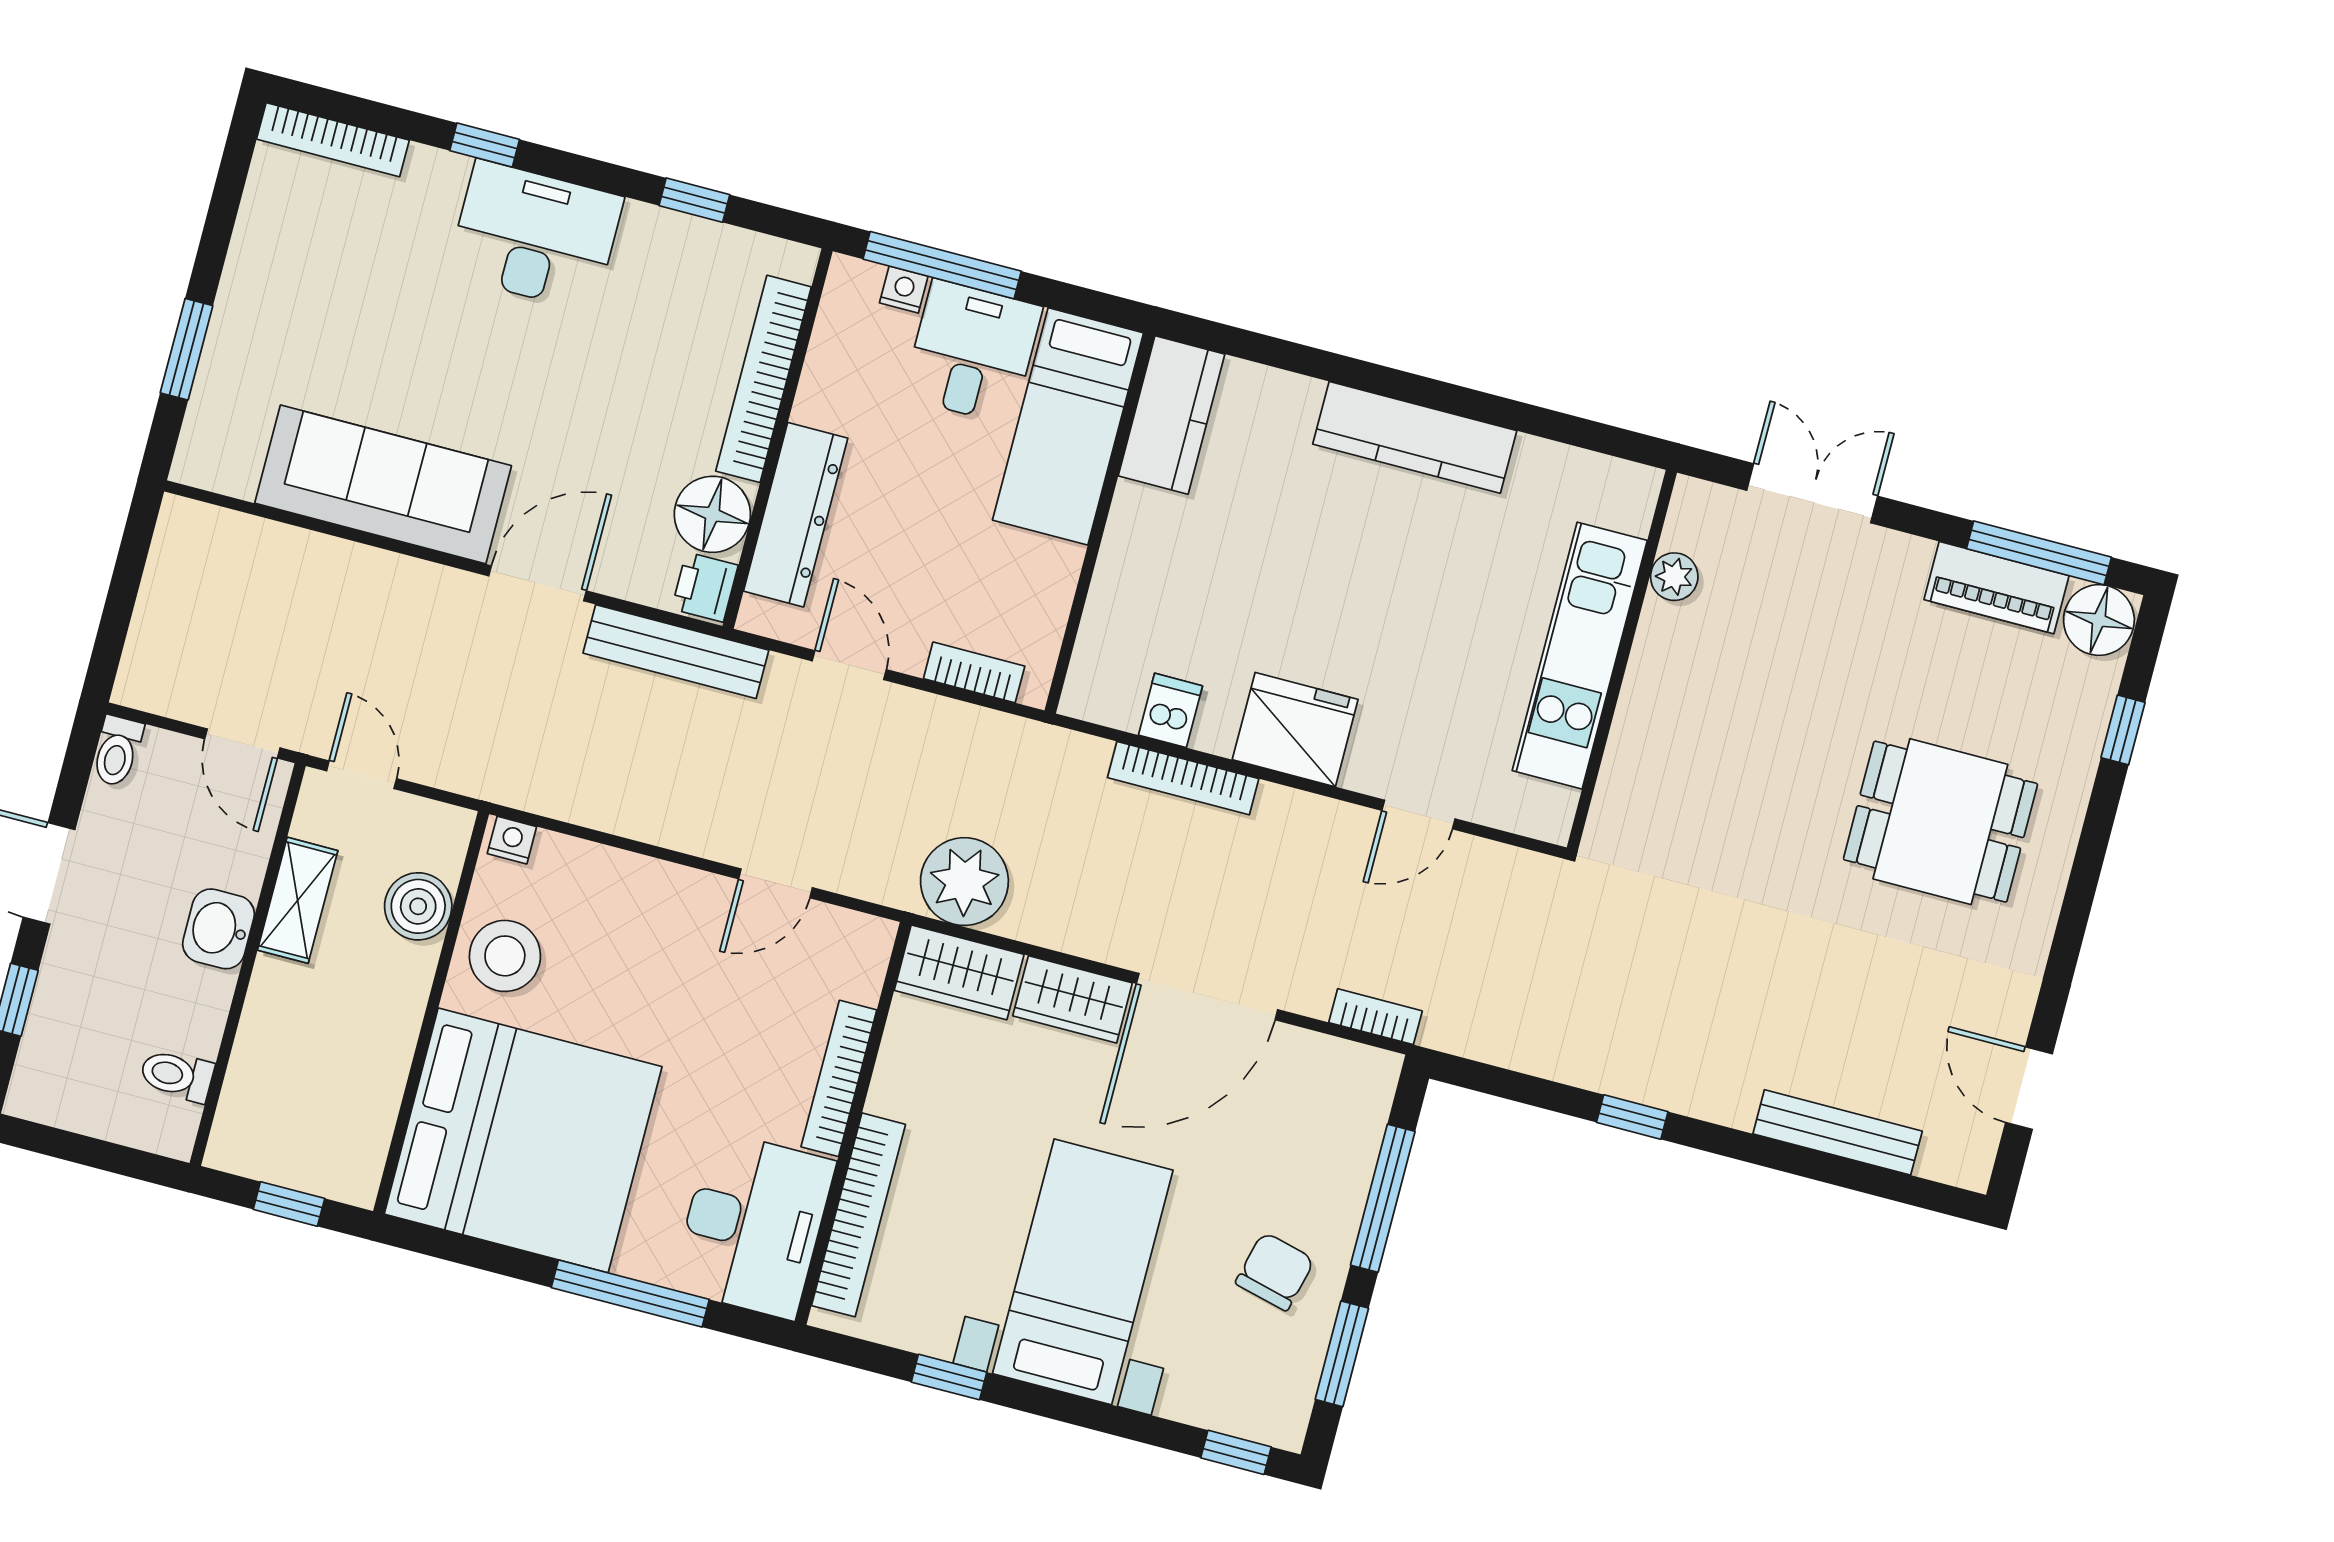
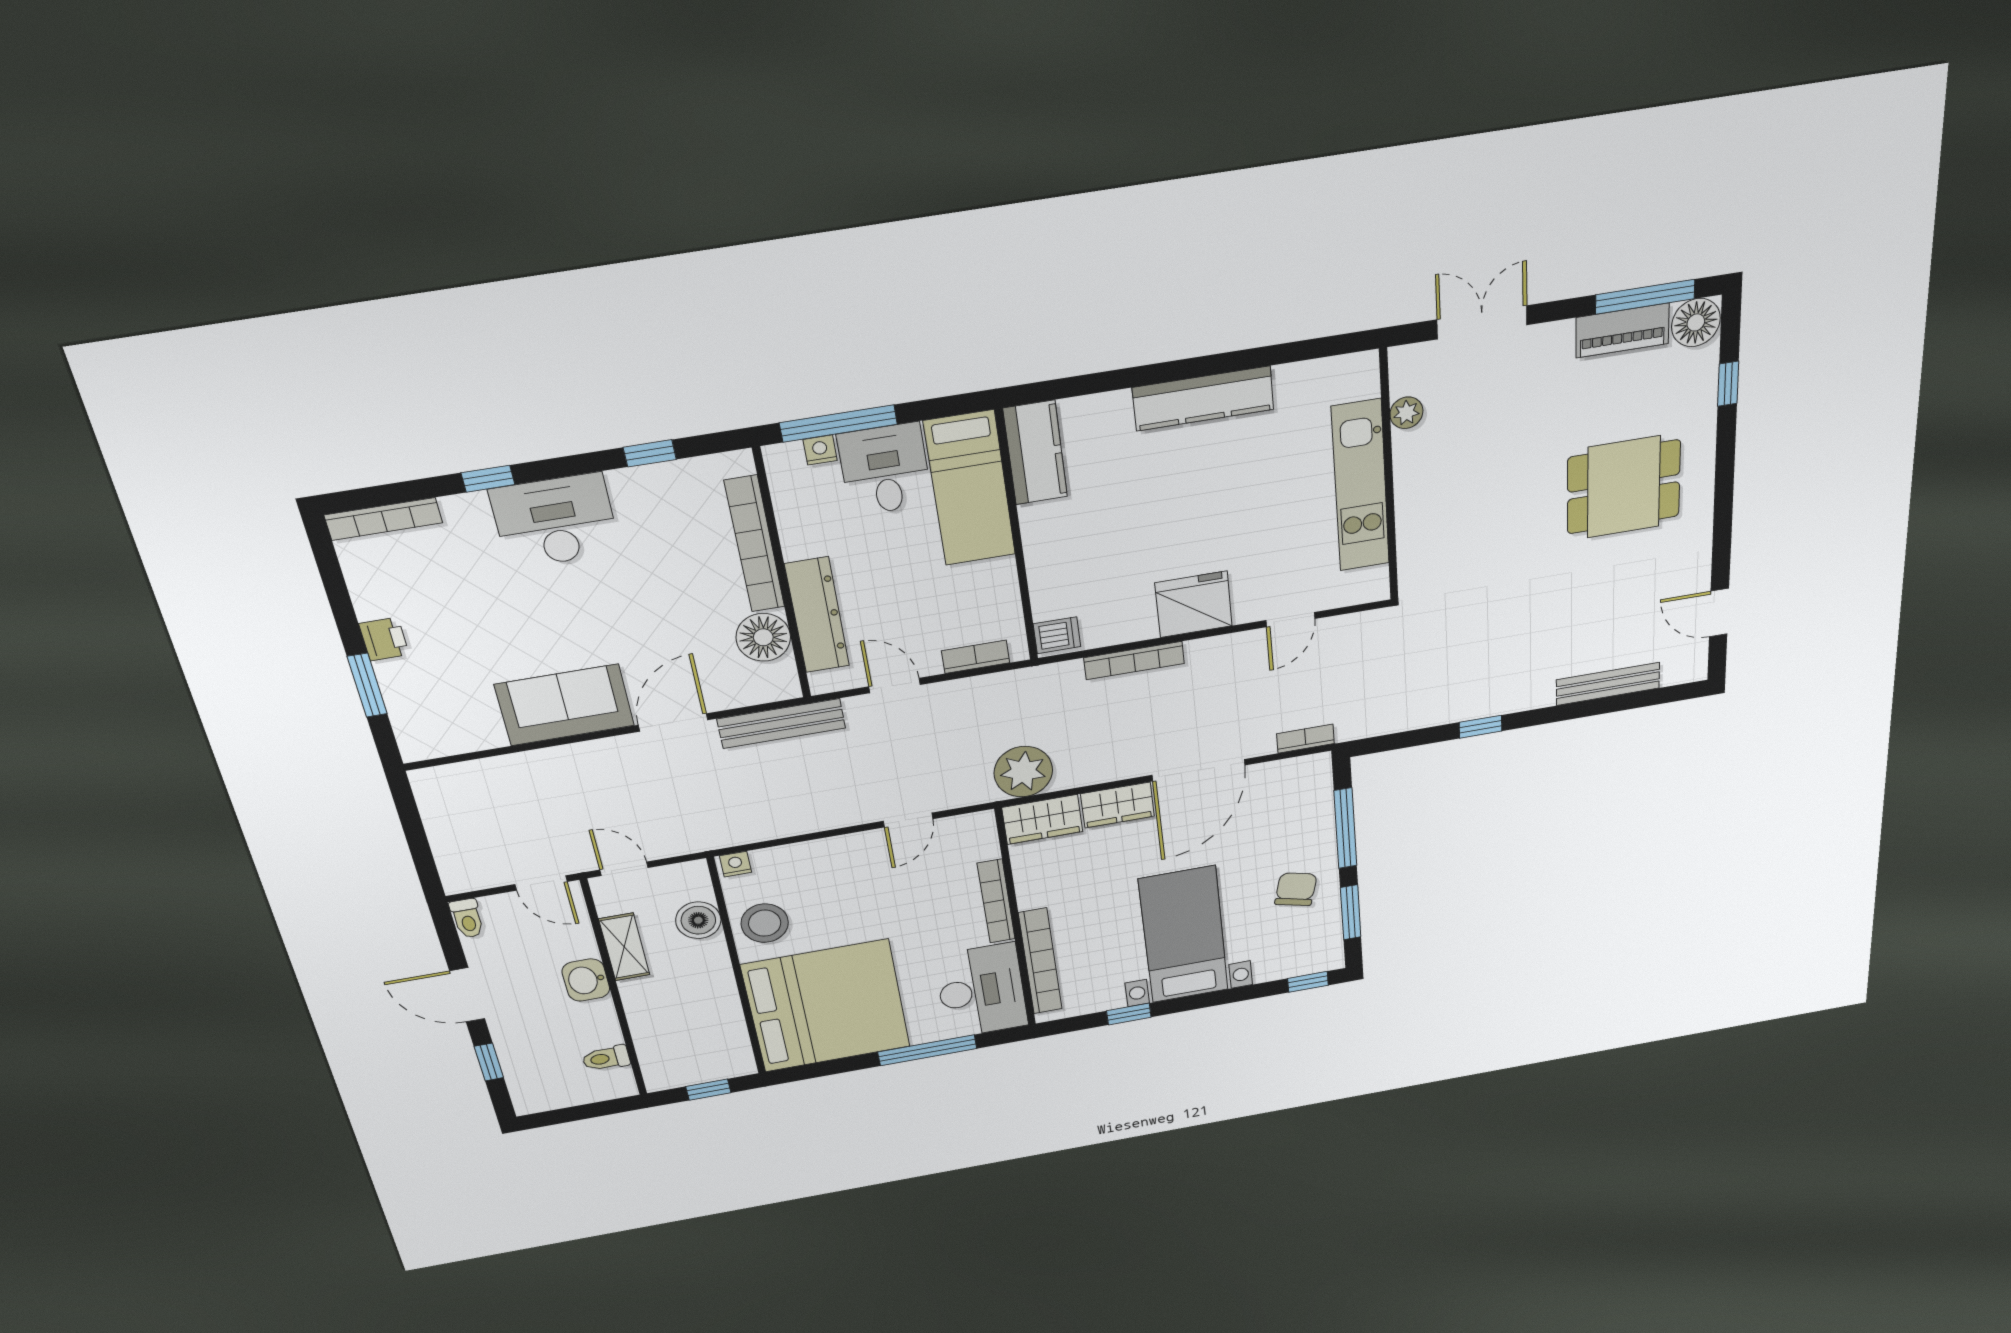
sofa: (383, 484) -> (565, 705), width x0.73
printer: (705, 587) -> (384, 639), moved, turned 180
dishwasher: (1170, 710) -> (1057, 635), moved, turned 90

